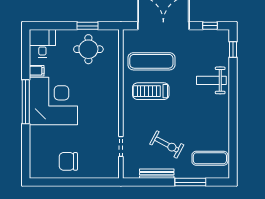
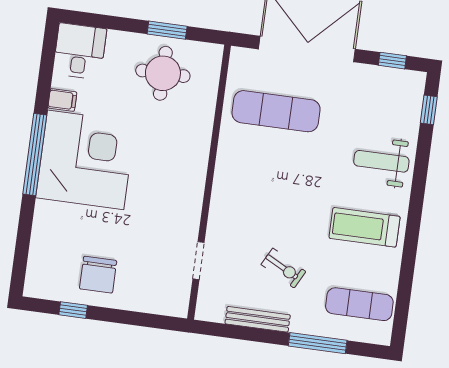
treadmill: (151, 91) -> (364, 227), moved
exercise bike: (167, 144) -> (283, 268), width x0.73, depth x0.72
chair: (68, 161) -> (98, 275), turned -90
window: (58, 182) -> (73, 310), added

